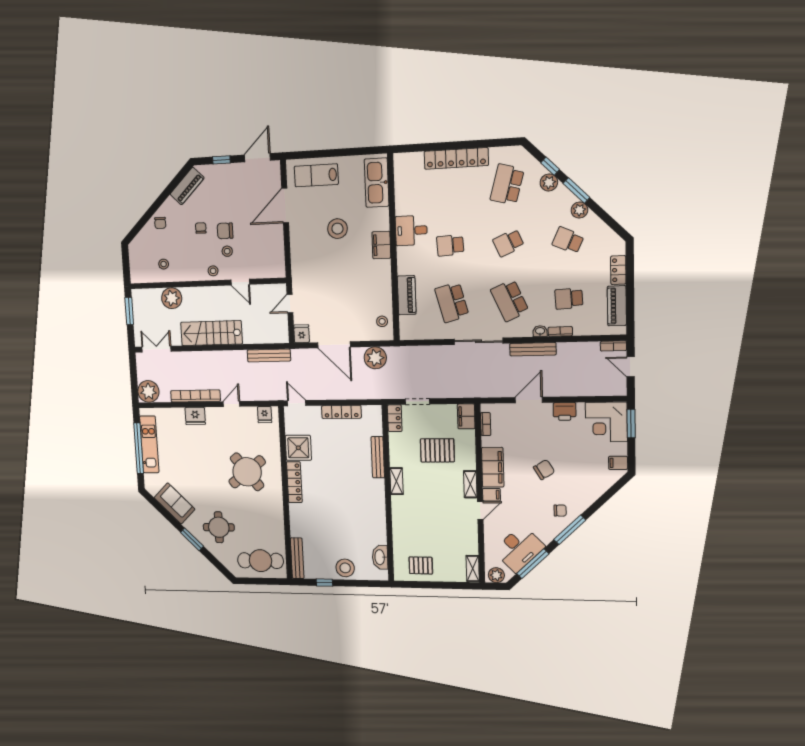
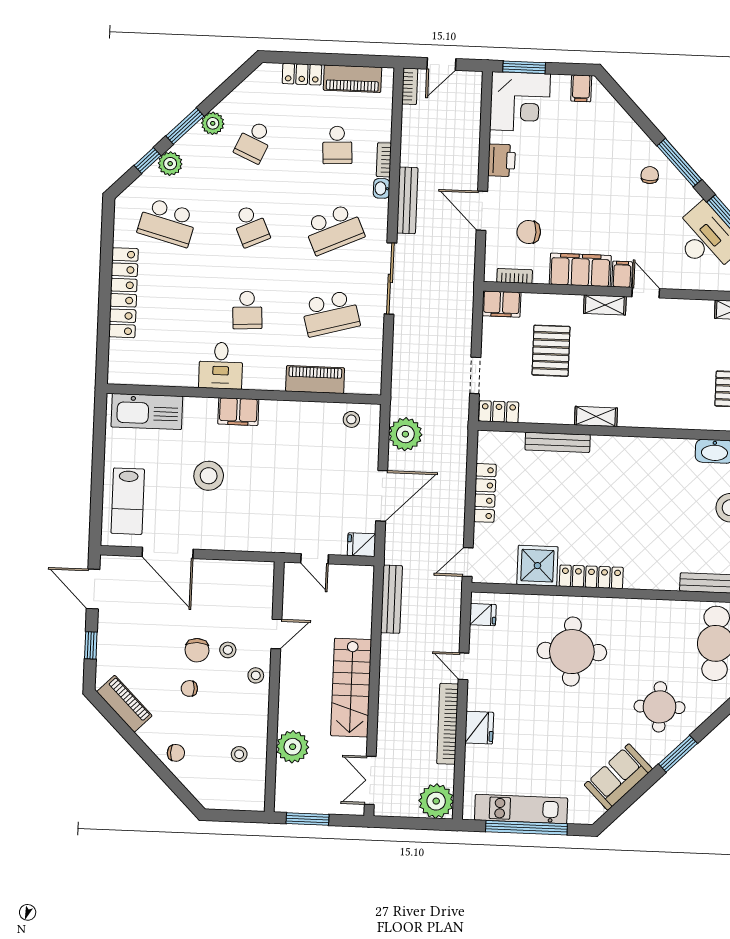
chair: (544, 470) -> (529, 232), moved, turned -59
round table: (247, 472) -> (572, 652), turned 38

